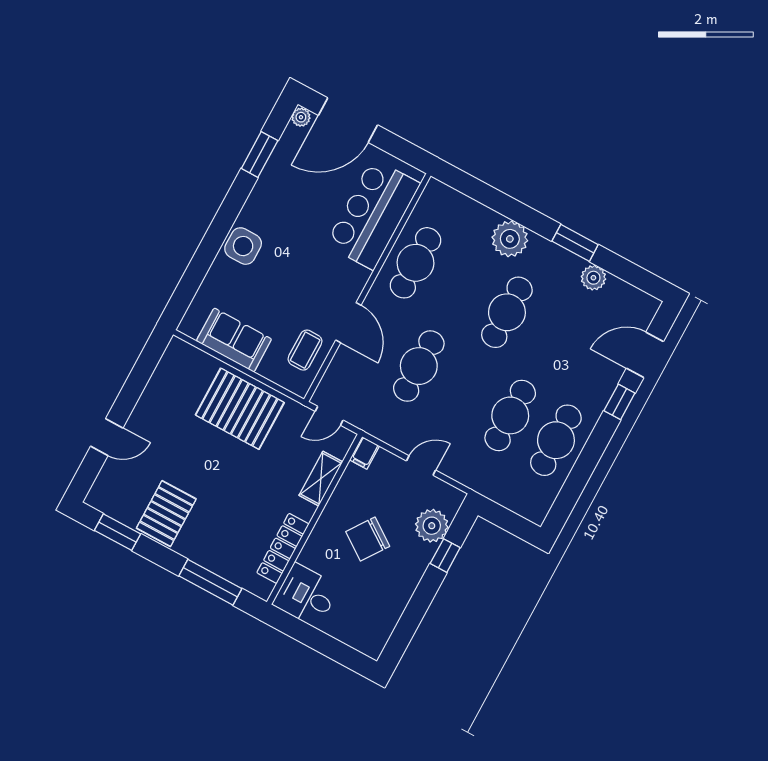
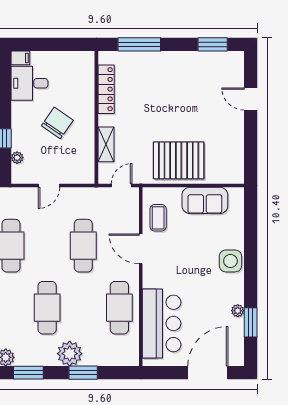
plant: (301, 117) -> (238, 311), moved
window: (506, 205) -> (83, 373), added
door: (107, 437) -> (251, 99), hinge flipped
filing cabinet: (365, 453) -> (20, 58), moved, turned 90
pallet: (166, 514) -> (189, 72), removed
plant: (432, 526) -> (17, 158), width x0.53, depth x0.53
desk: (306, 595) -> (29, 83), moved, turned 180

